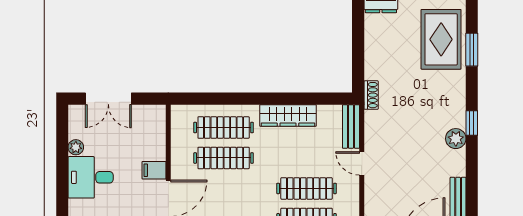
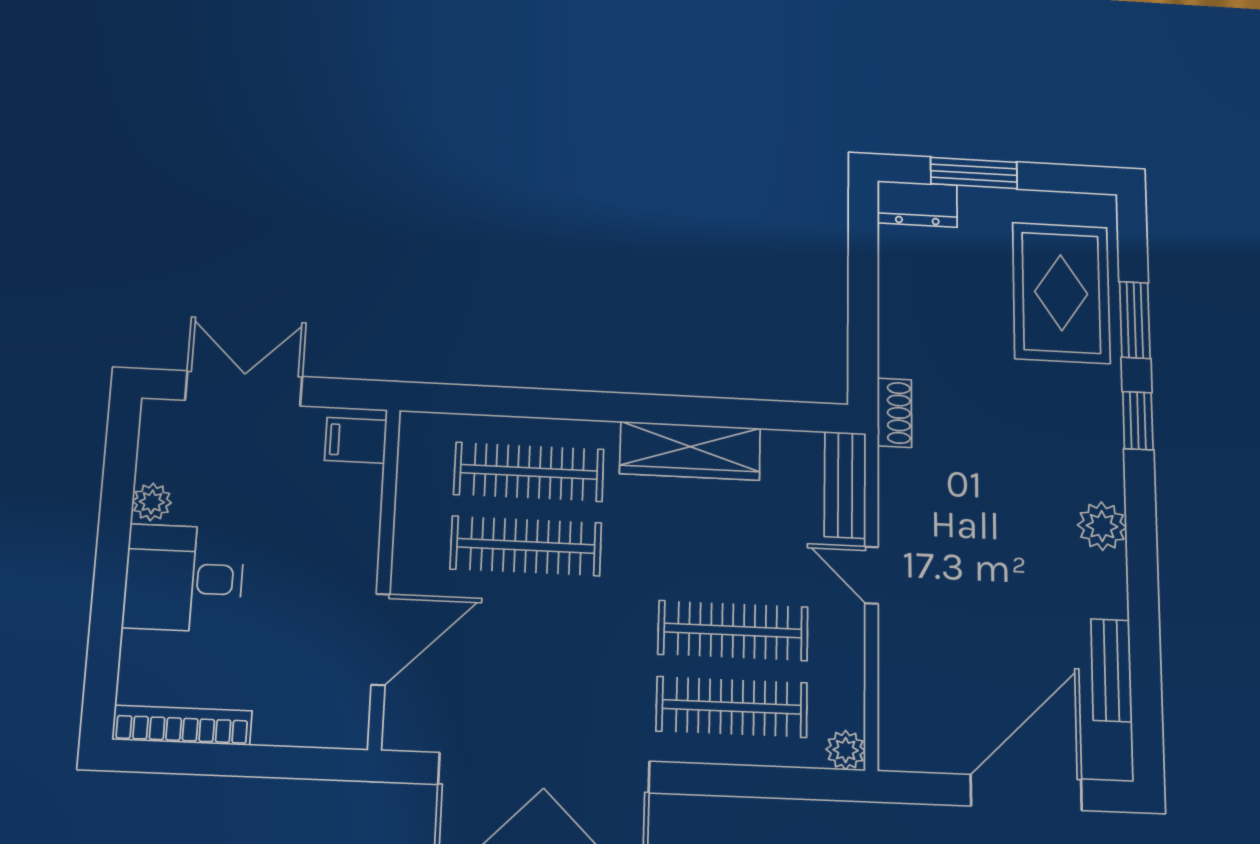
double door: (108, 99) -> (244, 388), swing flipped
window: (472, 123) -> (1138, 421), moved
filing cabinet: (154, 170) -> (356, 440), moved

